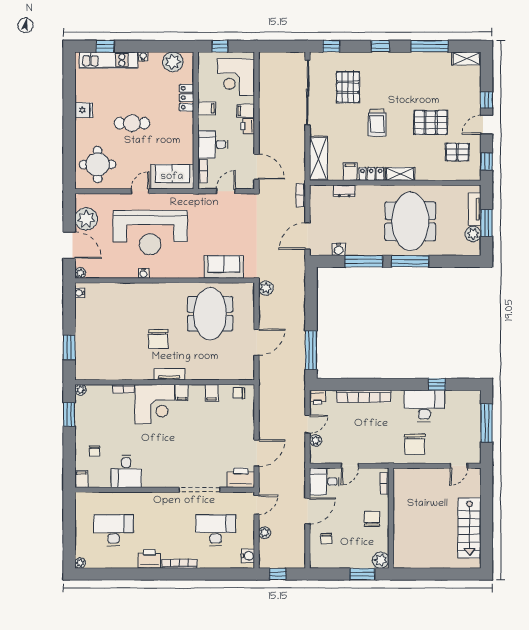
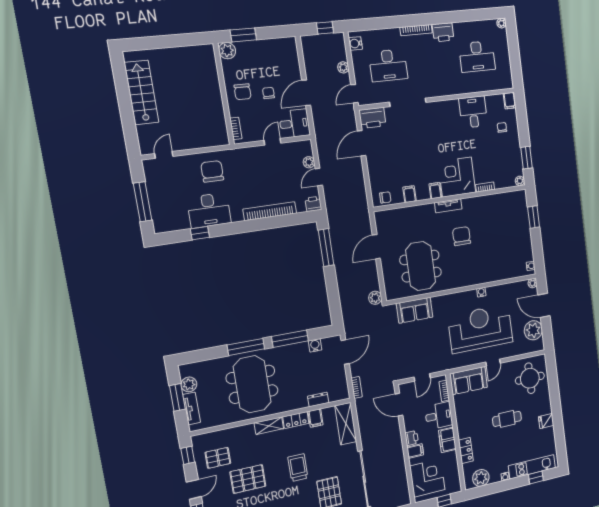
filing cabinet: (207, 108) -> (447, 440), width x2.00
chair: (326, 539) -> (268, 93), moved

